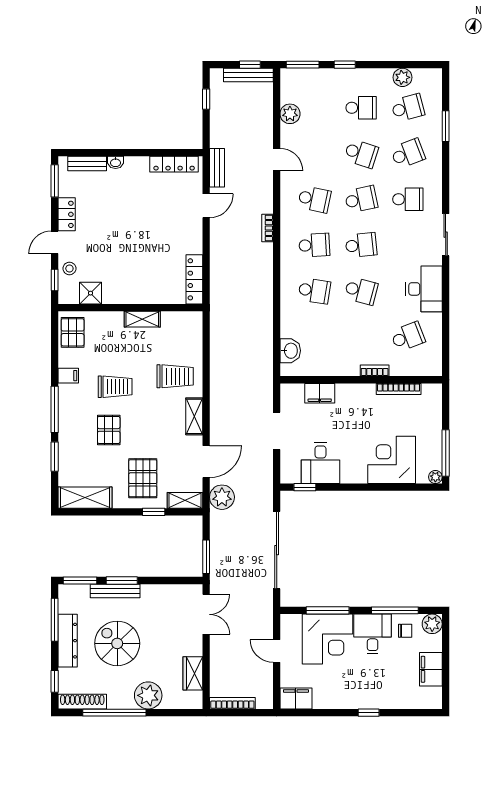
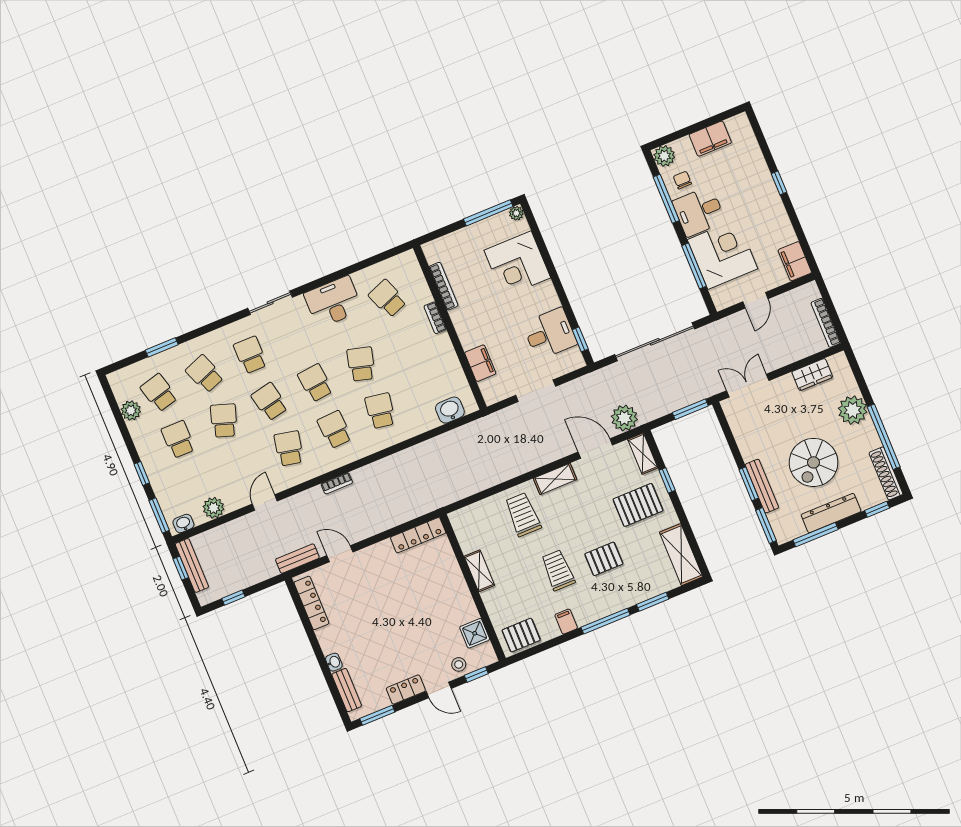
washbasin: (287, 83) -> (183, 523), added

